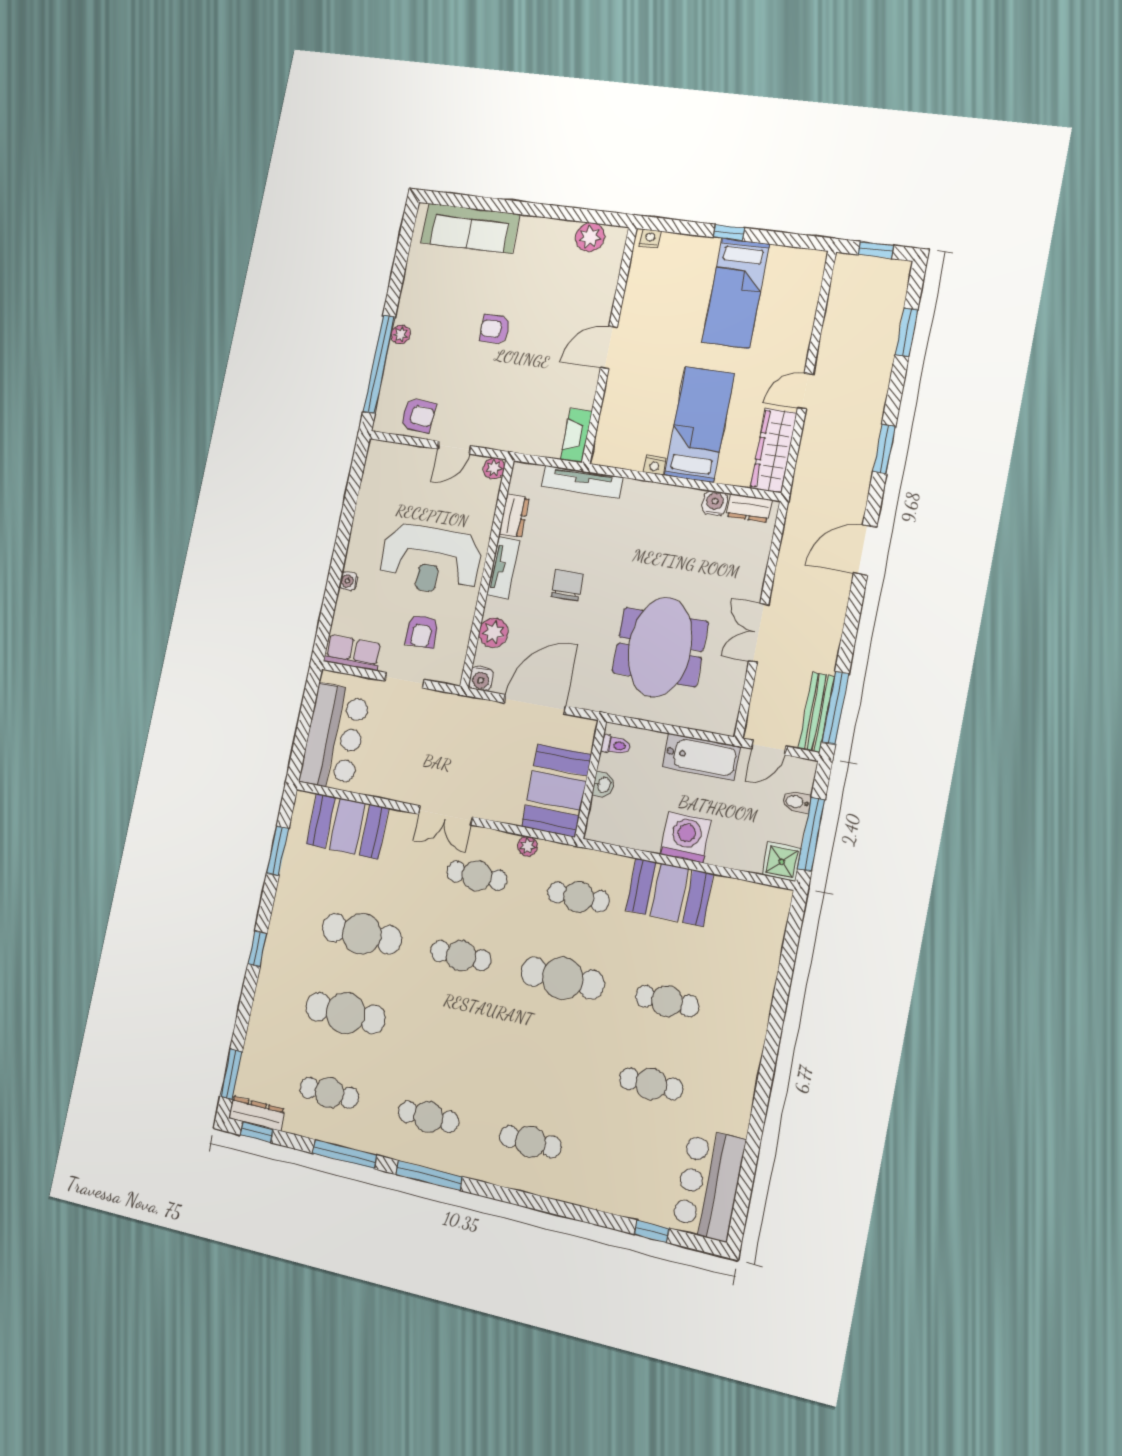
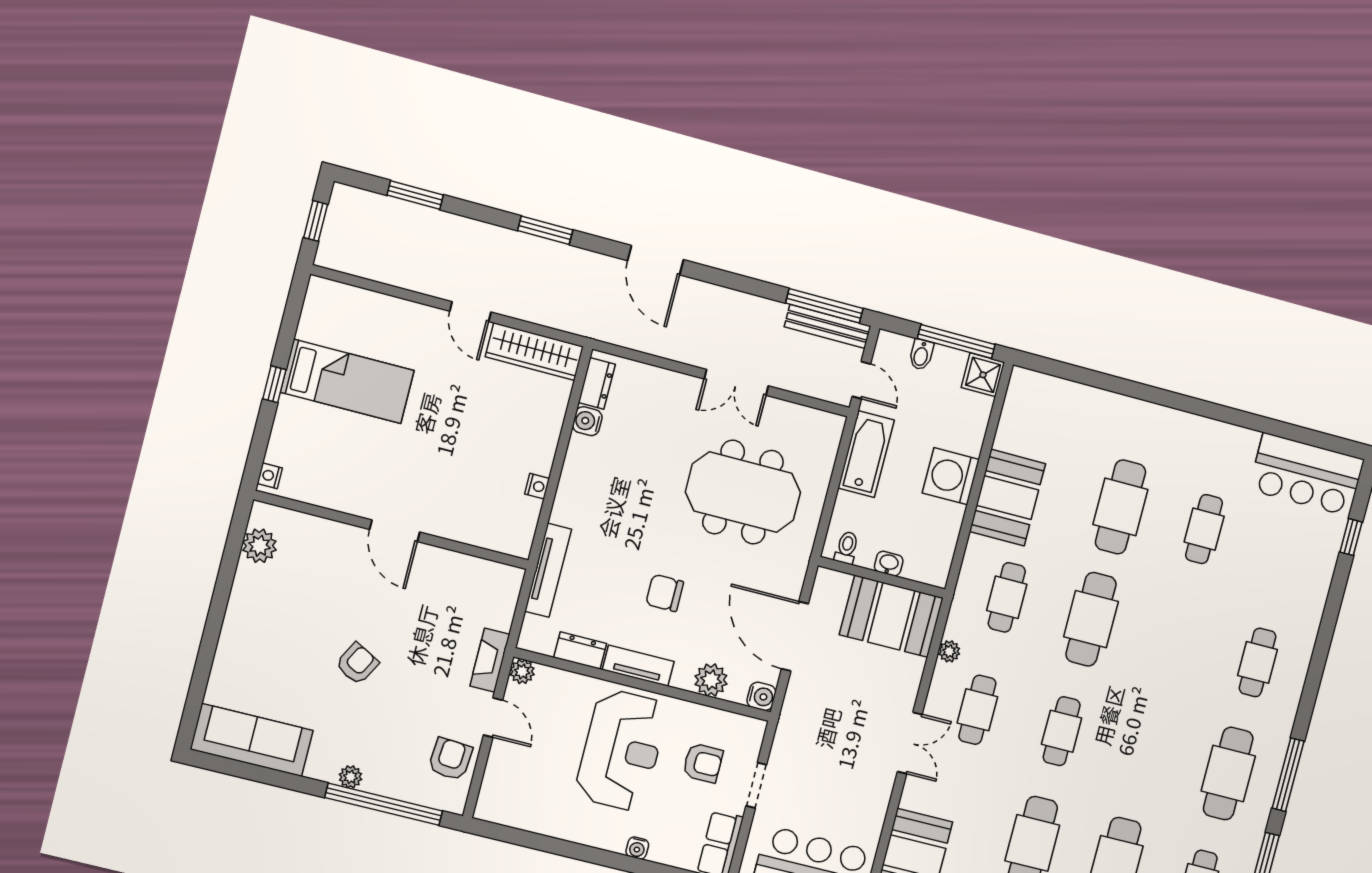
sofa: (470, 228) -> (252, 740), moved, turned -90
armchair: (495, 329) -> (357, 664), turned -152
bed: (699, 424) -> (496, 433), removed
fireplace: (576, 436) -> (490, 660), moved, turned 90
cafe table: (667, 1001) -> (1120, 507), width x1.37, depth x1.35
cafe table: (428, 1117) -> (1228, 774), width x1.37, depth x1.35

